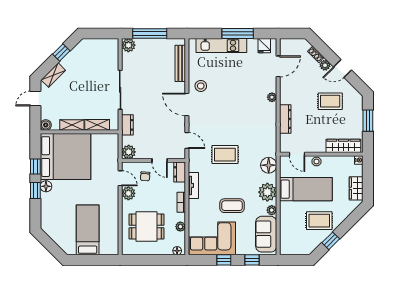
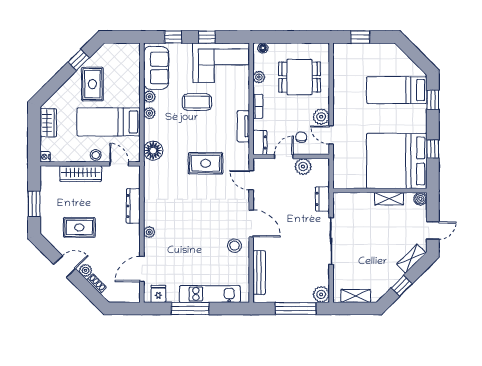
shelving: (97, 125) -> (356, 296), moved
wardrobe: (343, 146) -> (81, 174), moved
plant: (129, 152) -> (303, 167), moved
door: (160, 160) -> (284, 156), hinge flipped
floor lamp: (46, 186) -> (420, 125), removed
window: (35, 190) -> (433, 100), moved
plant: (267, 192) -> (149, 113), width x0.53, depth x0.53
rug: (319, 221) -> (92, 84), turned 90
bed: (88, 230) -> (397, 90), moved, turned 90
window: (96, 260) -> (360, 37), added

